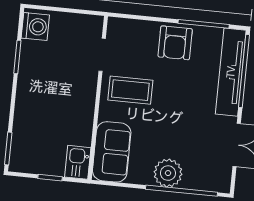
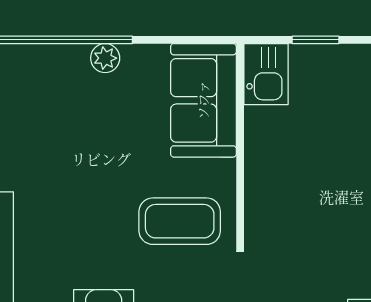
plant: (168, 173) -> (105, 58), width x0.53, depth x0.53

